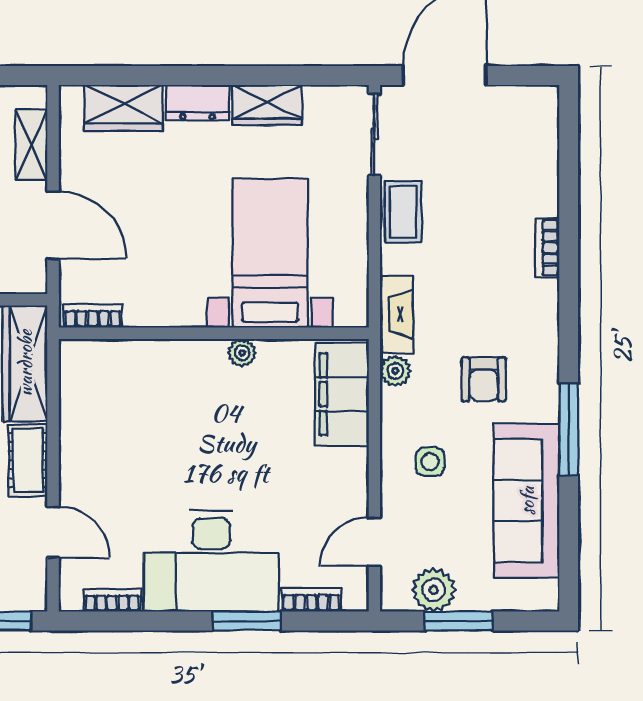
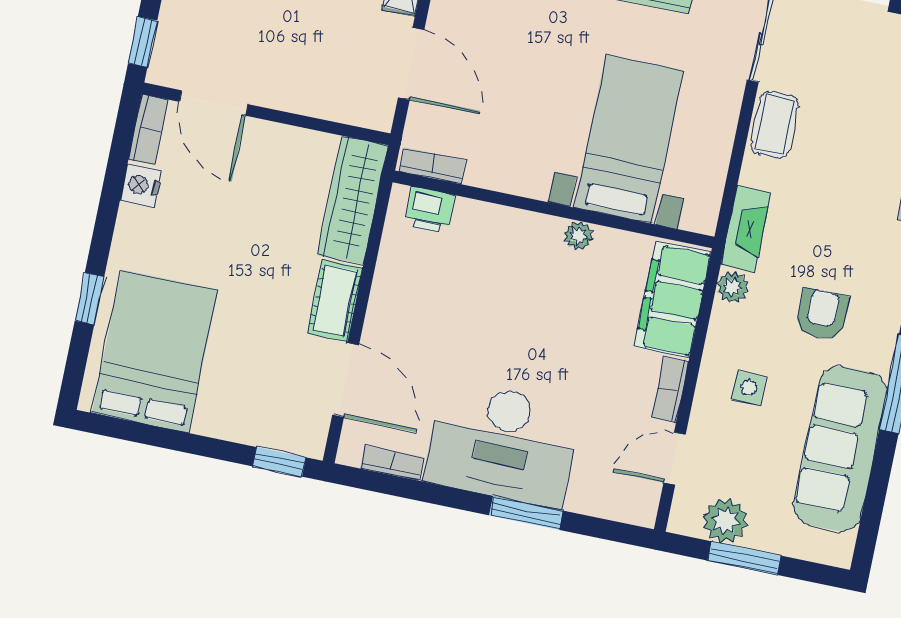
printer: (98, 358) -> (430, 210), added
armchair: (484, 379) -> (822, 314), turned 180
door: (53, 532) -> (346, 380), width x1.37
bookcase: (312, 600) -> (670, 390), moved, turned -90

